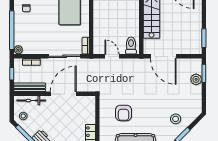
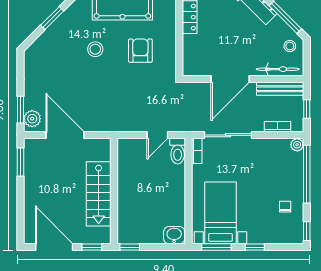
toilet: (131, 46) -> (178, 151), moved
door: (112, 56) -> (157, 135), hinge flipped
door: (163, 56) -> (65, 135), moved
plant: (196, 79) -> (32, 119), moved
stool: (176, 119) -> (95, 49), moved

